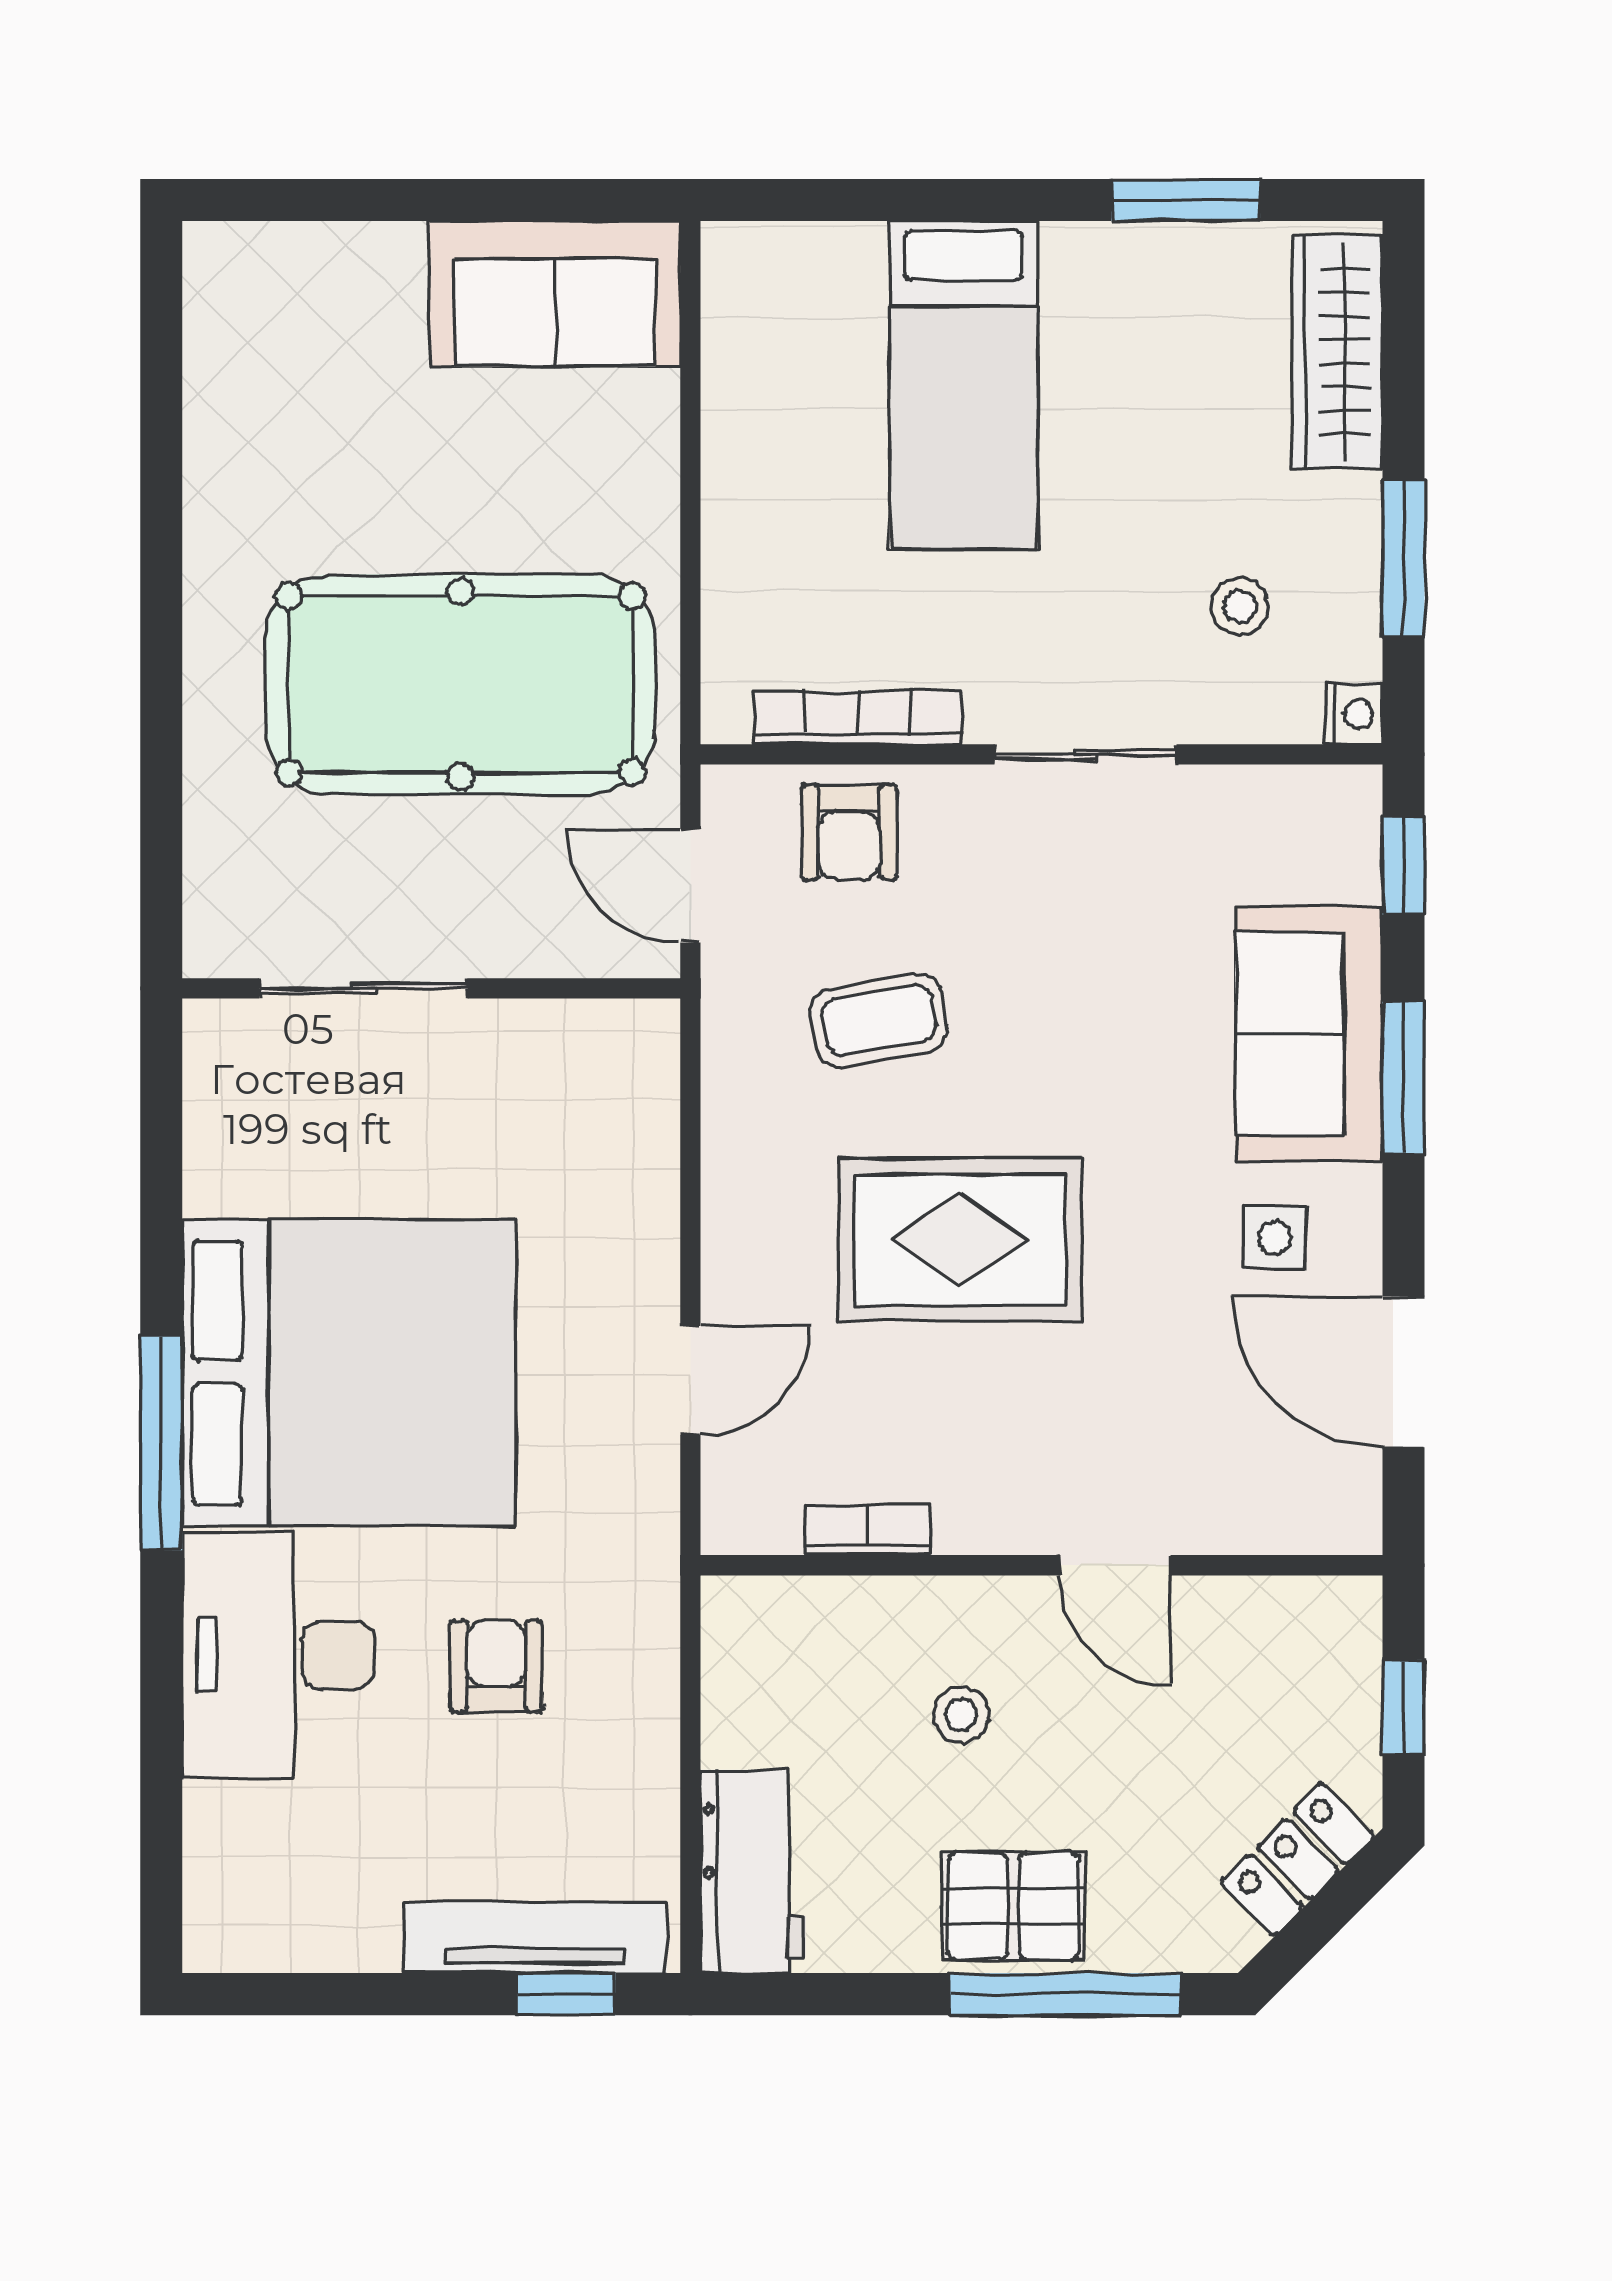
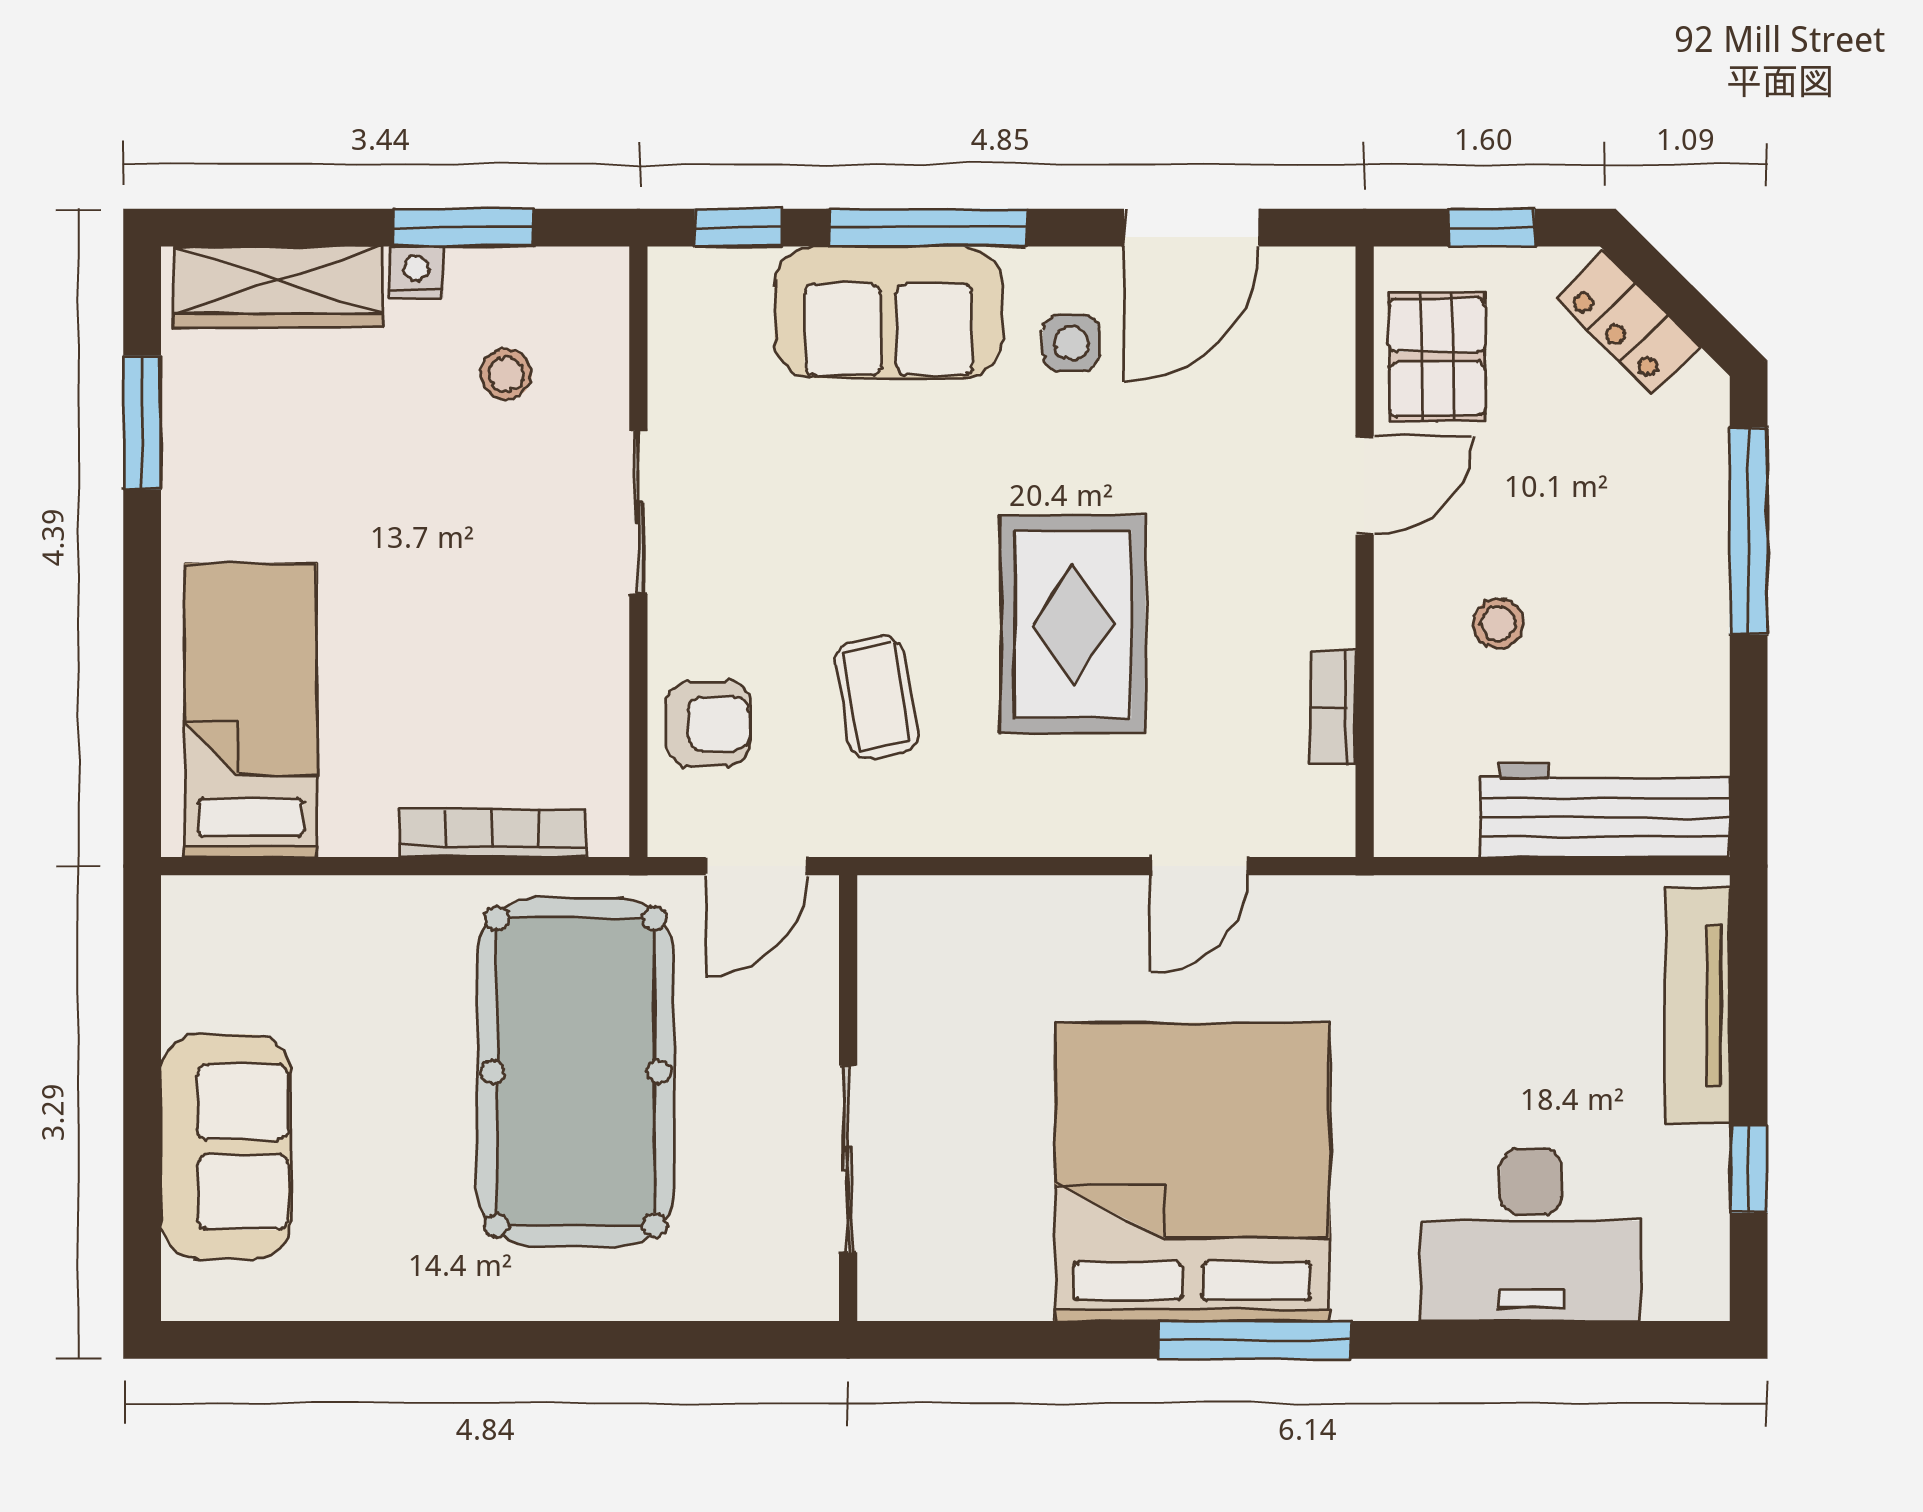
sofa: (555, 293) -> (226, 1147), moved
bed: (964, 385) -> (251, 710), moved, turned -90
nightstand: (1354, 714) -> (416, 272), moved
bookcase: (858, 718) -> (492, 833), moved, turned 90
window: (1404, 1078) -> (928, 228), width x1.44
door: (690, 1380) -> (1199, 866), swing flipped
desk: (278, 1655) -> (1531, 1235), moved
armchair: (496, 1666) -> (1455, 1040), removed
workbench: (753, 1872) -> (1605, 810), width x1.38
pallet: (1013, 1906) -> (1437, 357), moved
window: (566, 1994) -> (1749, 1169), moved

